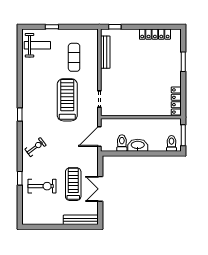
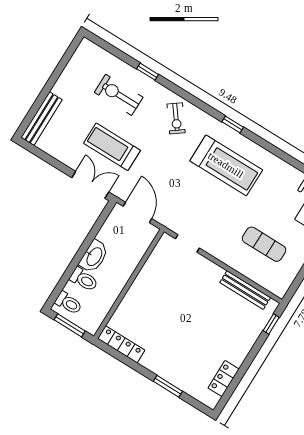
locker: (155, 34) -> (224, 379), width x0.66
treadmill: (67, 100) -> (226, 165), moved
toilet: (122, 143) -> (84, 279), moved
treadmill: (73, 184) -> (112, 147), moved, turned 180
exercise bike: (42, 186) -> (119, 95), turned 90
double door: (100, 189) -> (90, 185), moved

